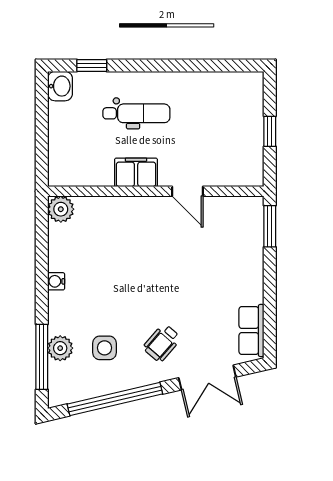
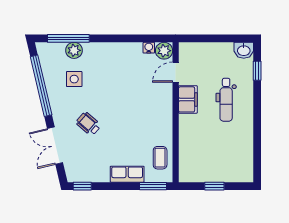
door: (188, 191) -> (176, 72), moved
coffee table: (226, 215) -> (160, 158), added
water cooler: (56, 281) -> (149, 48), moved
row of seats: (251, 330) -> (127, 174), moved
window: (270, 336) -> (82, 186), added
wheelchair: (162, 343) -> (88, 124), moved

